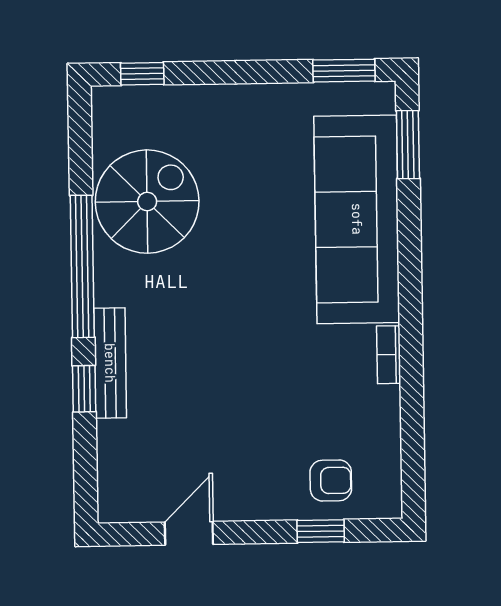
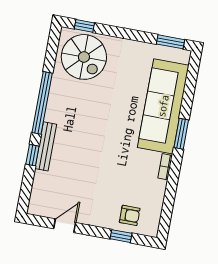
window: (408, 145) -> (181, 134), moved
spiral stairs: (147, 202) -> (84, 57), moved, turned 90

